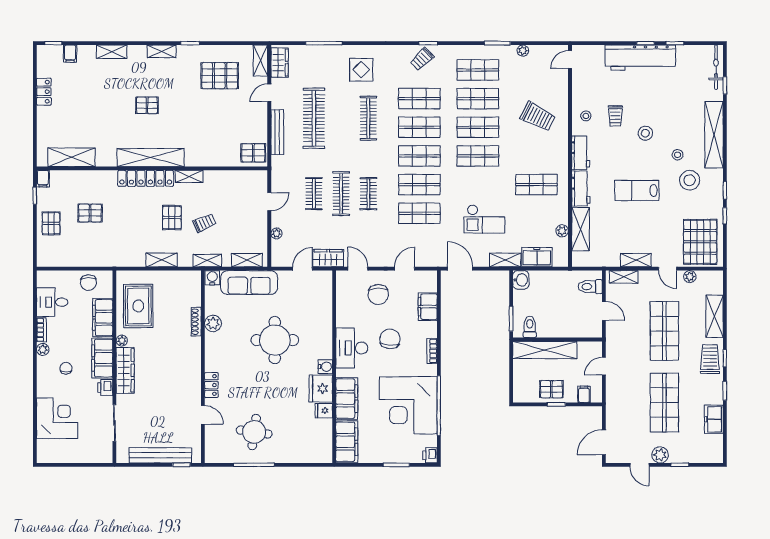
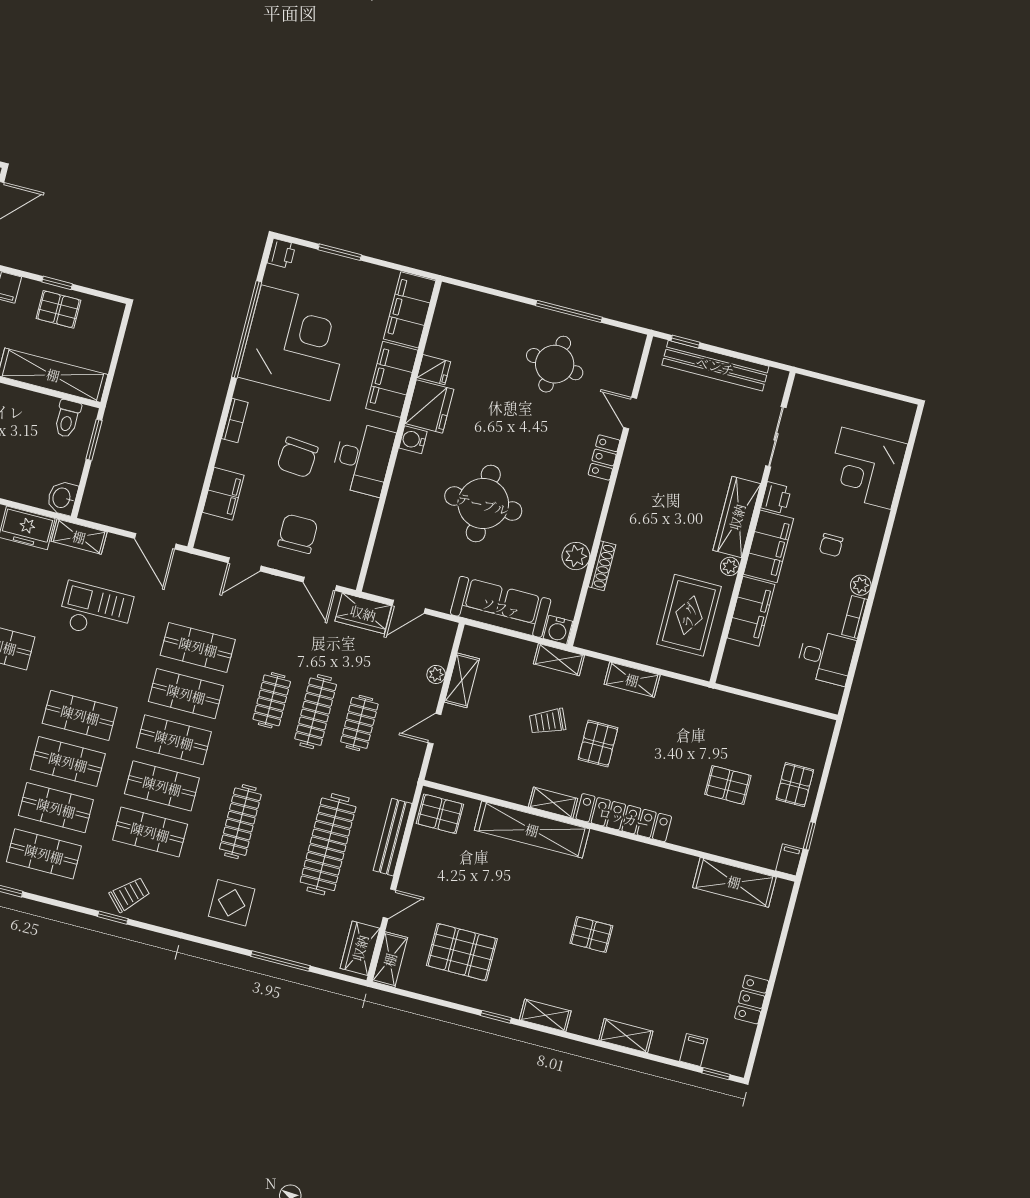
shelving: (151, 158) -> (532, 830), moved
shelving: (247, 260) -> (462, 680), moved, turned 90
chair: (88, 283) -> (759, 674), removed

